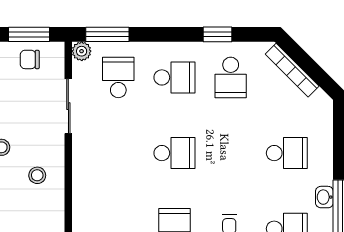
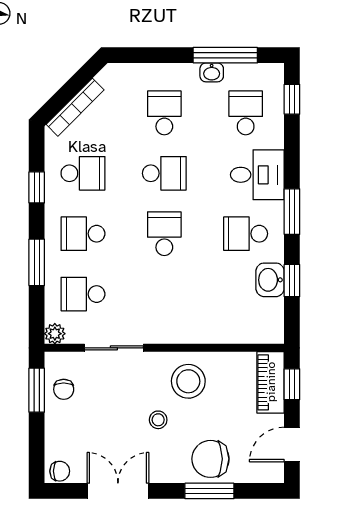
window: (107, 34) -> (37, 262), moved
school desk: (174, 77) -> (83, 234), turned -90
school desk: (231, 153) -> (164, 173), added
stool: (37, 175) -> (188, 381), width x1.89, depth x1.89

